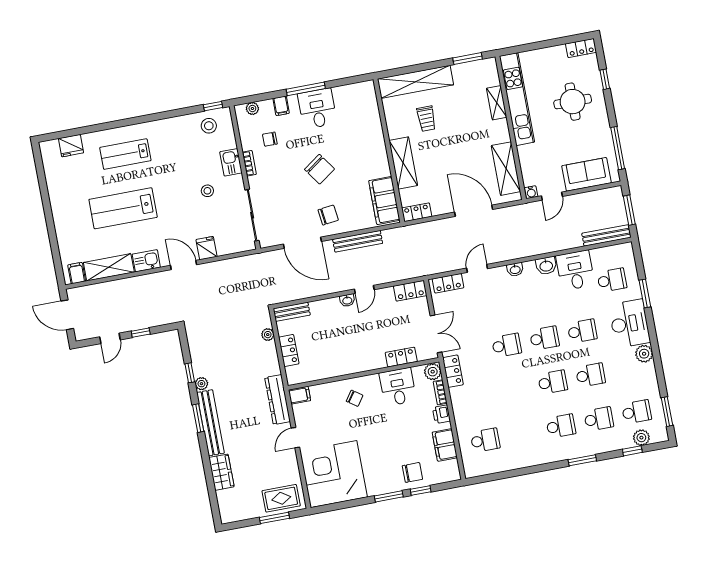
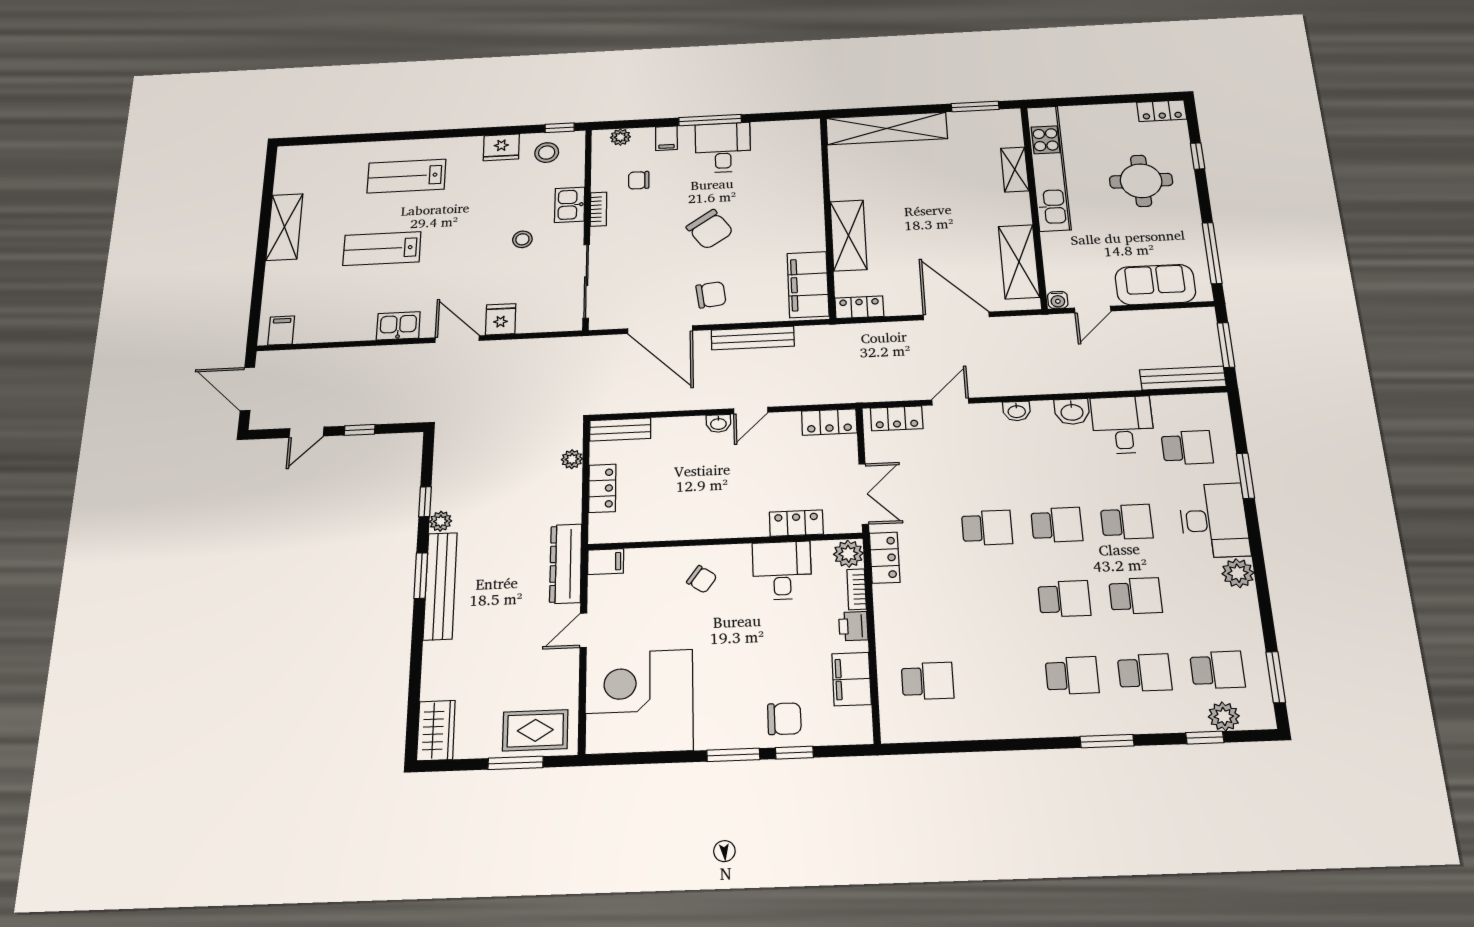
trolley: (426, 119) -> (896, 179), removed
fridge: (71, 146) -> (501, 147), moved
lab bench: (123, 208) -> (382, 249), width x0.73, depth x0.72
shelving: (109, 267) -> (284, 227), moved, turned 90
wardrobe: (221, 472) -> (436, 730), moved

